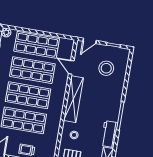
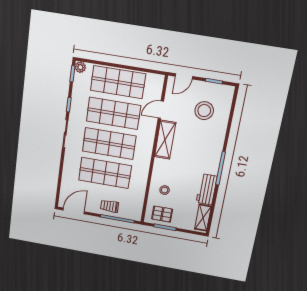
door: (71, 67) -> (161, 110), hinge flipped
shelving: (73, 99) -> (165, 140), width x0.68

